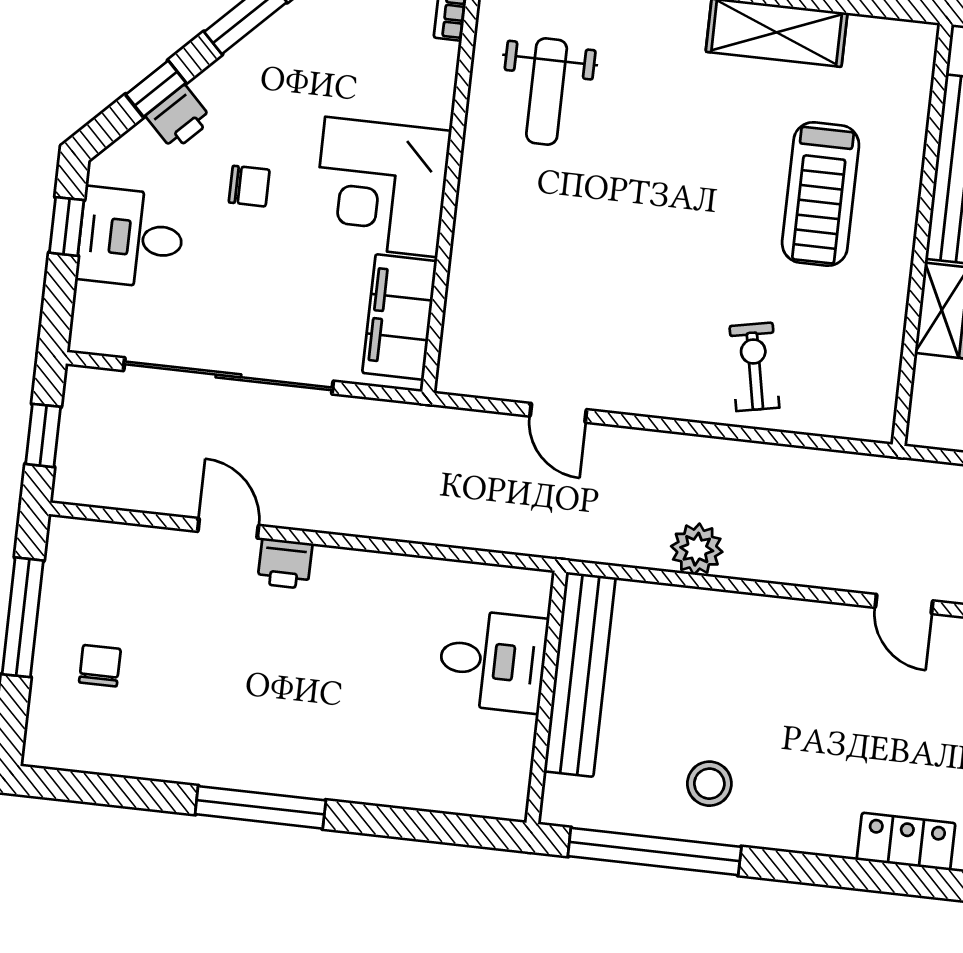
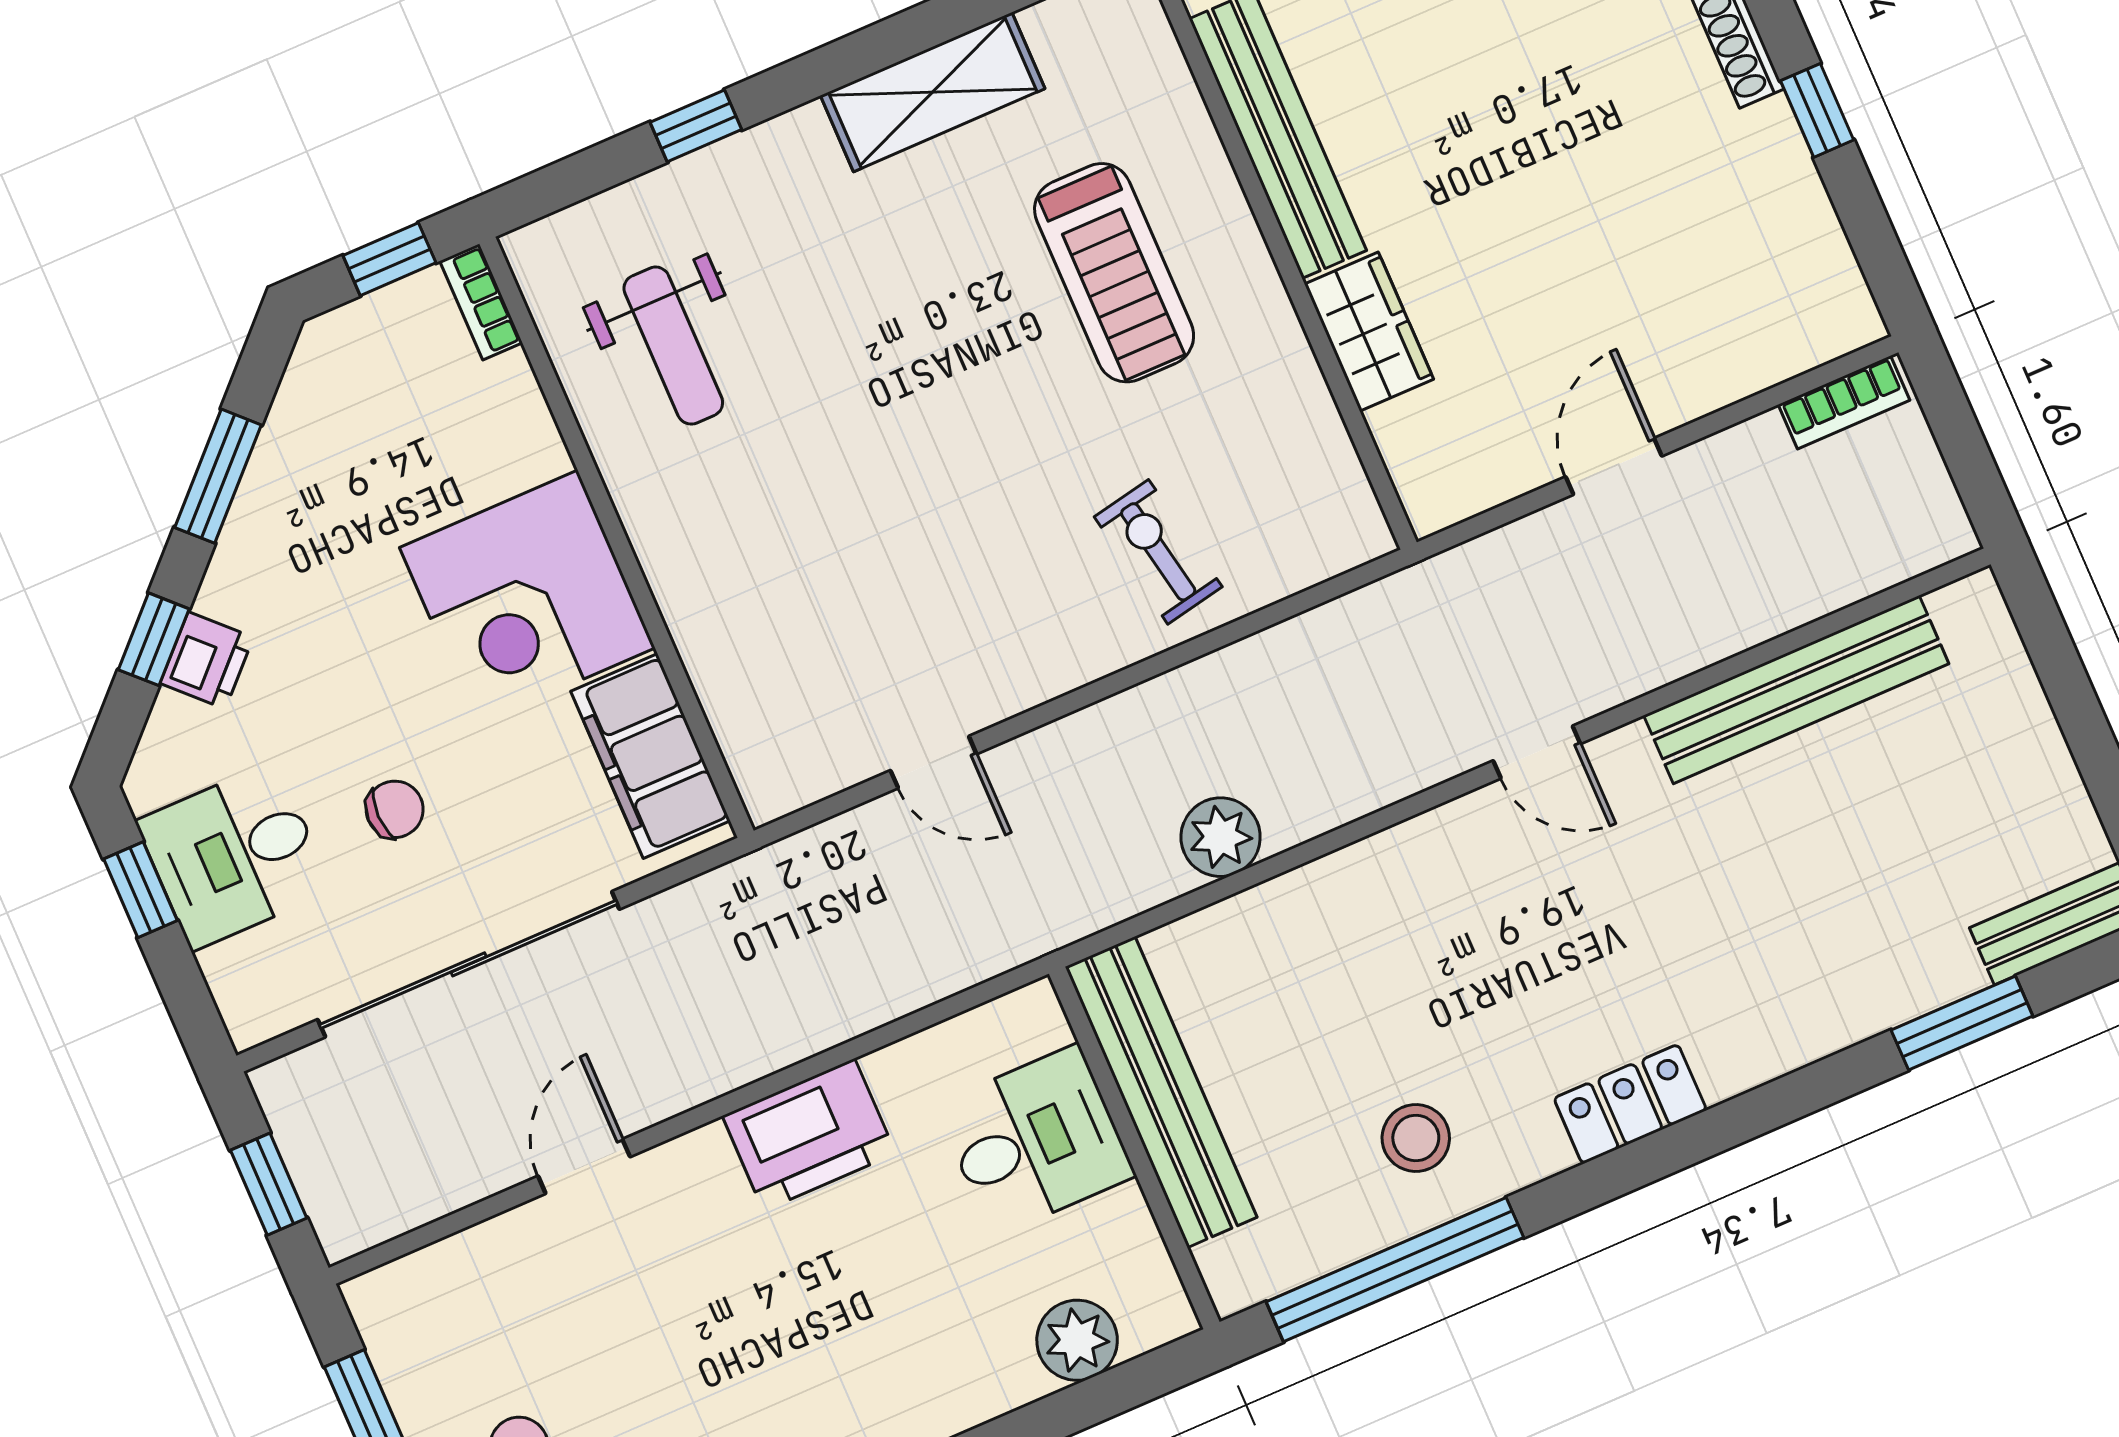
chair: (249, 186) -> (395, 809), moved
door: (228, 528) -> (584, 1166), hinge flipped
printer: (285, 564) -> (809, 1135), moved, width x1.87, depth x1.48
plant: (451, 788) -> (1077, 1340), added
locker: (906, 842) -> (1630, 1104), moved

